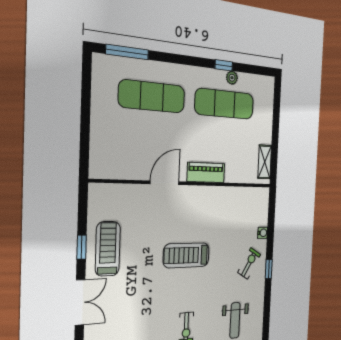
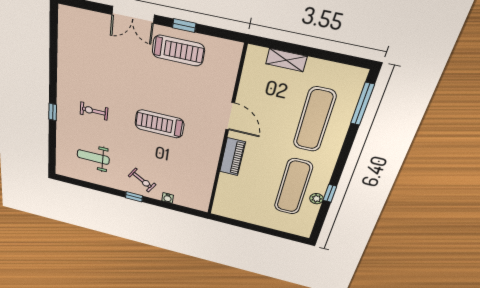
shelving: (265, 162) -> (286, 60), moved
treadmill: (186, 255) -> (159, 124), turned -90

